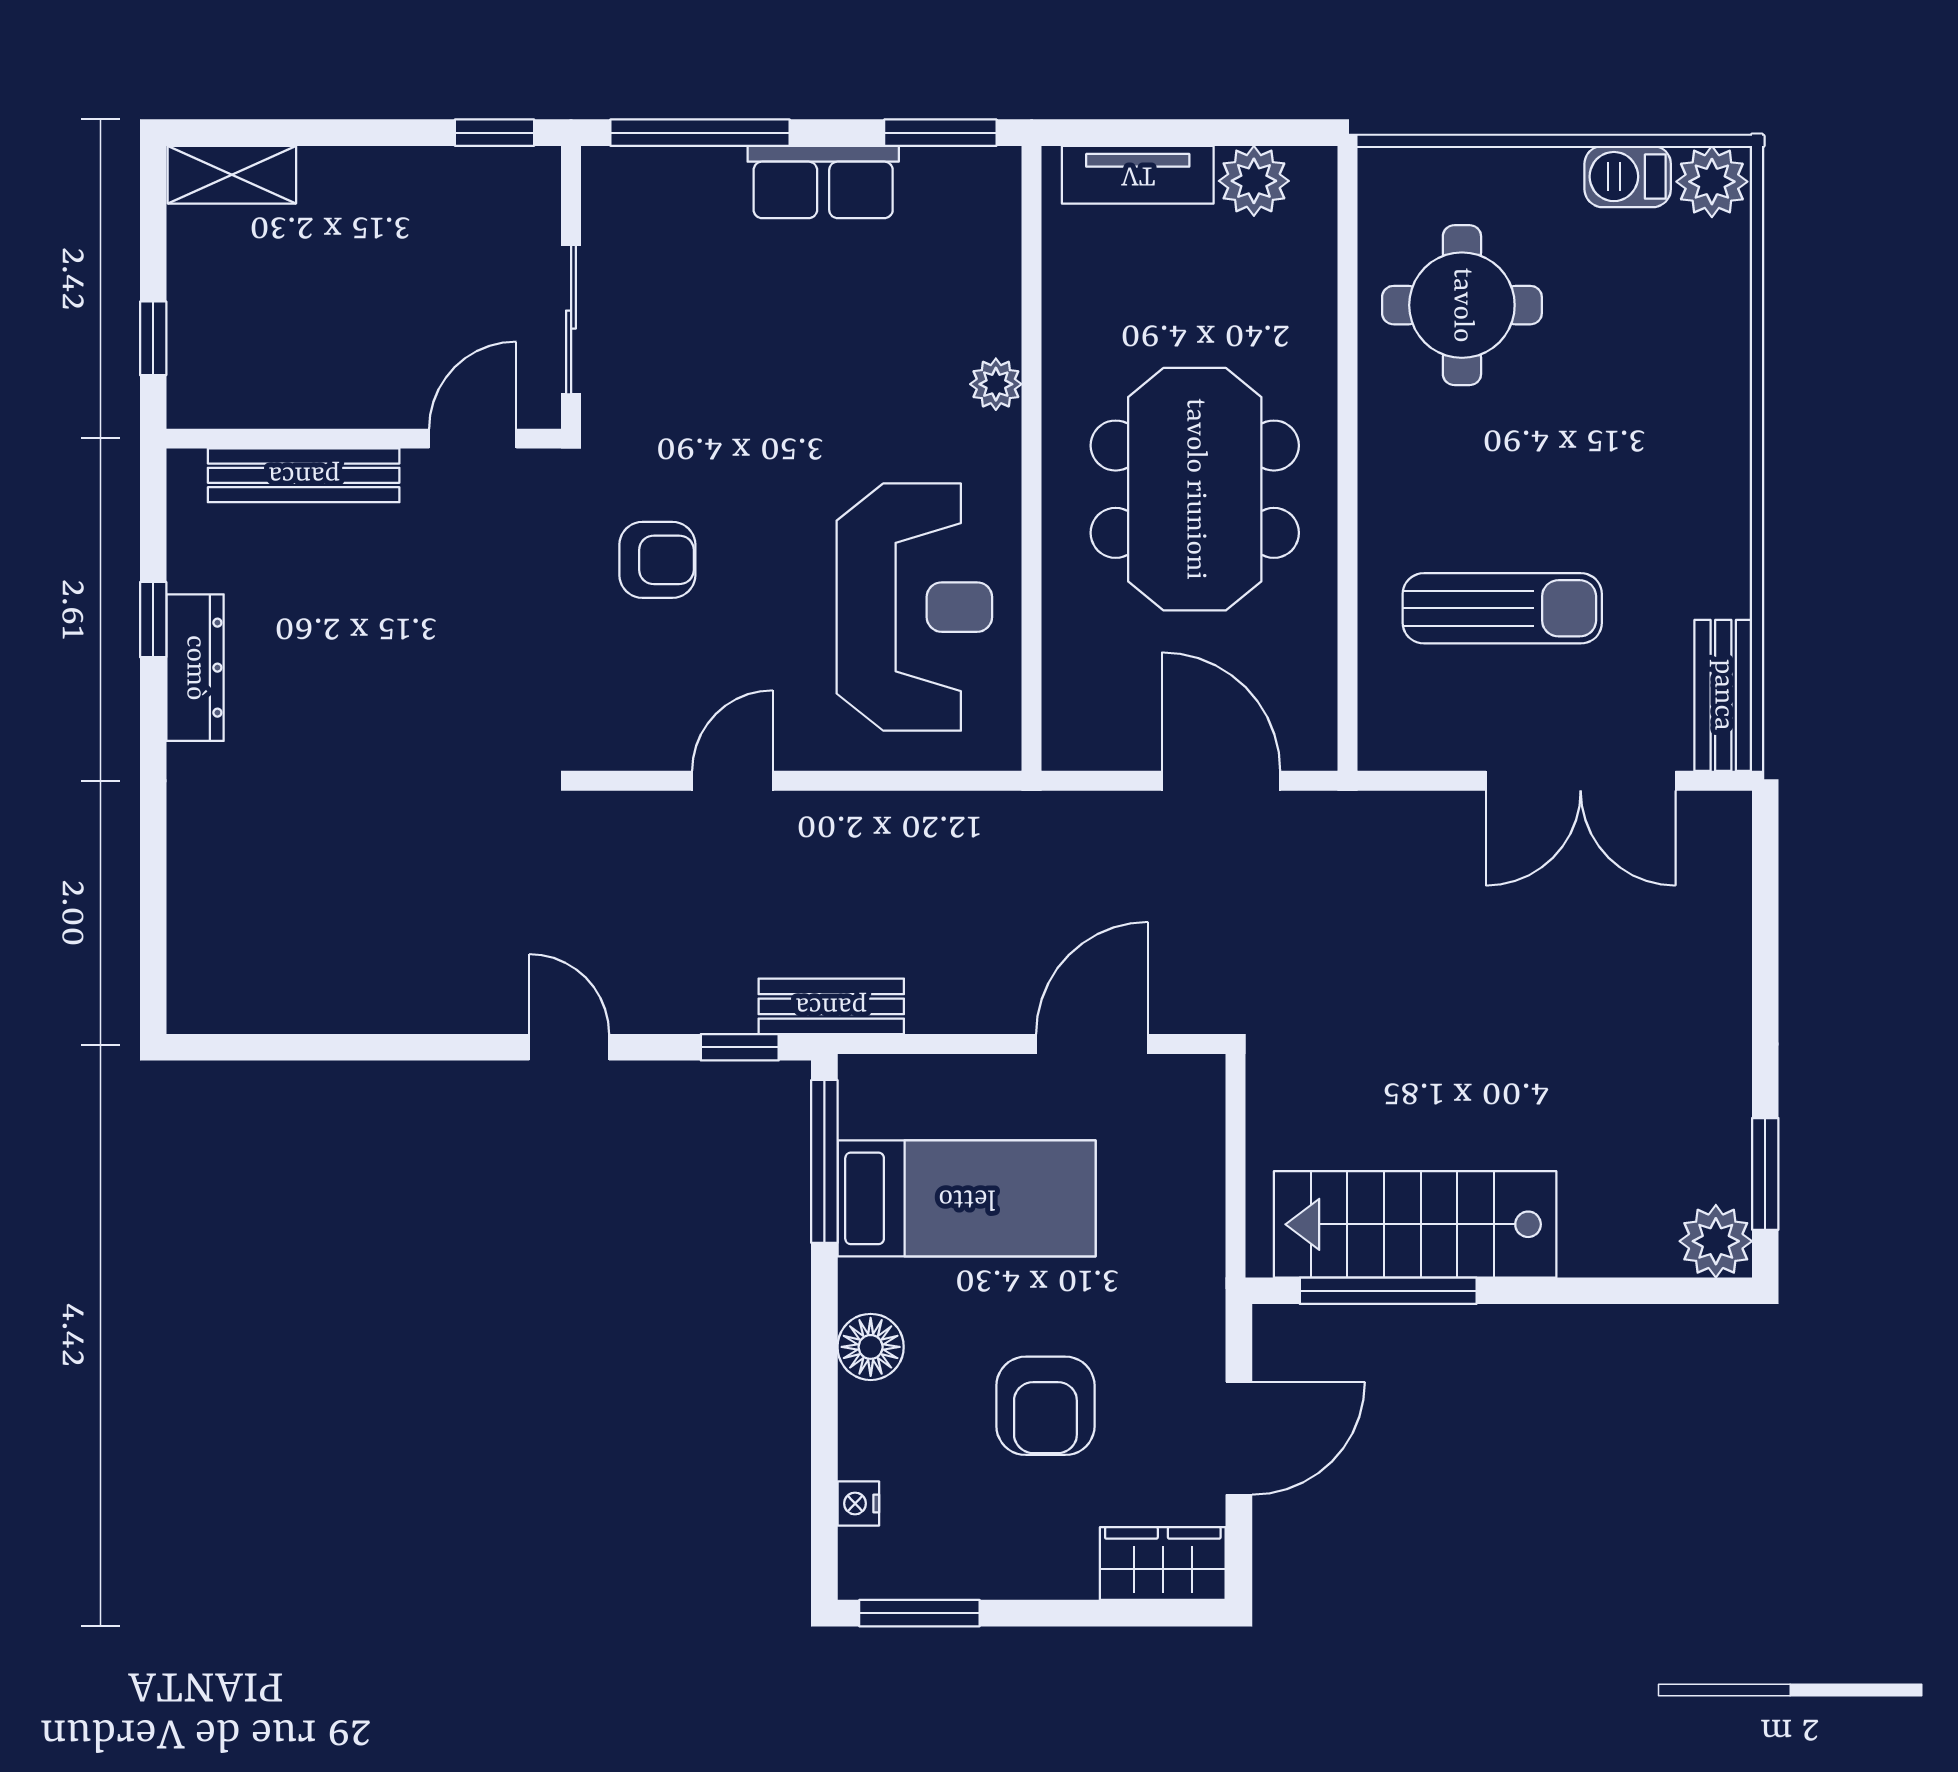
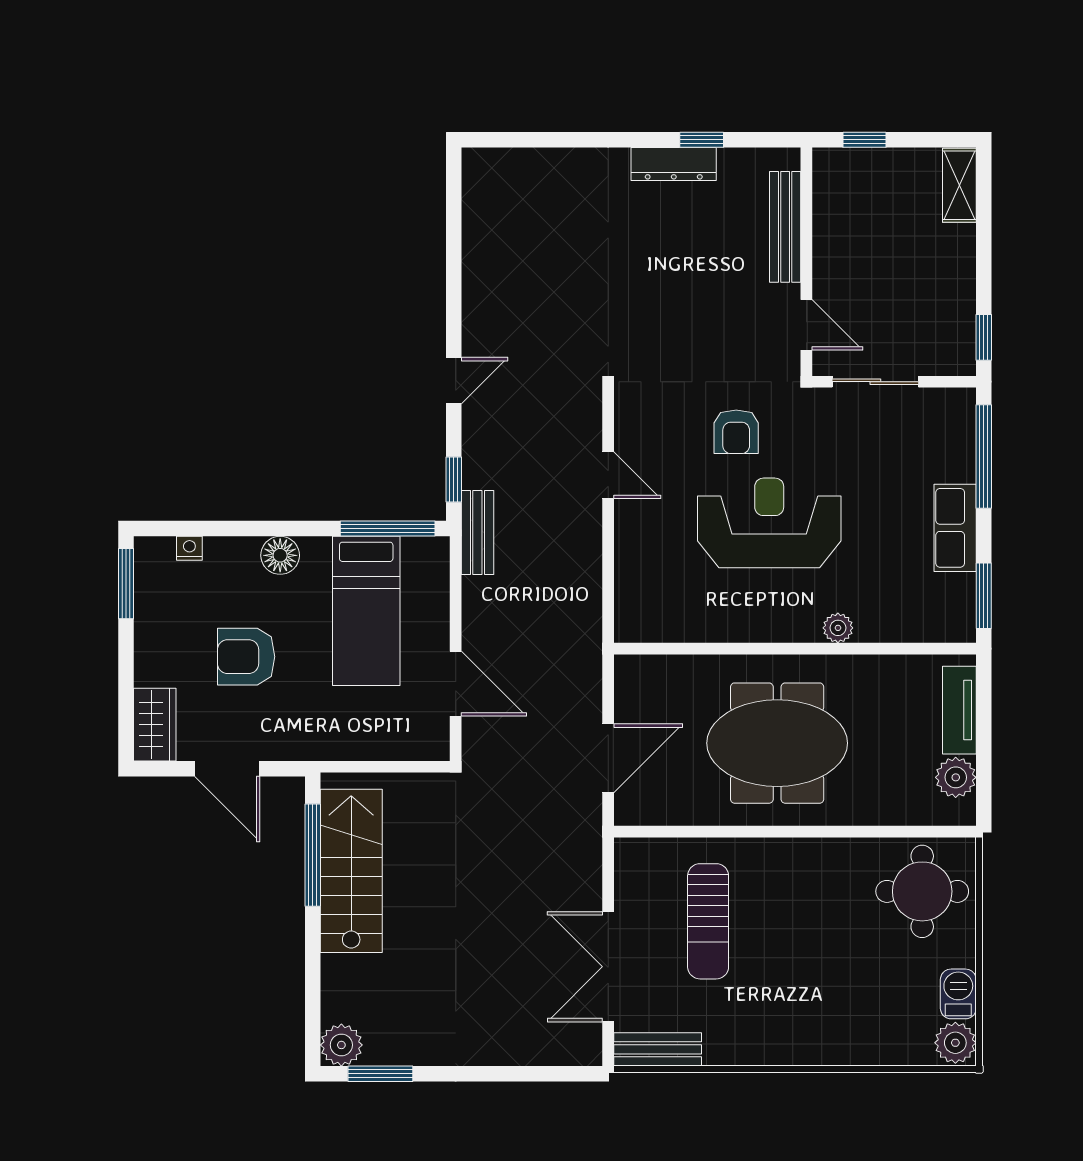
round table: (1462, 305) -> (922, 891), moved
reception desk: (914, 607) -> (769, 523), moved, turned 180

